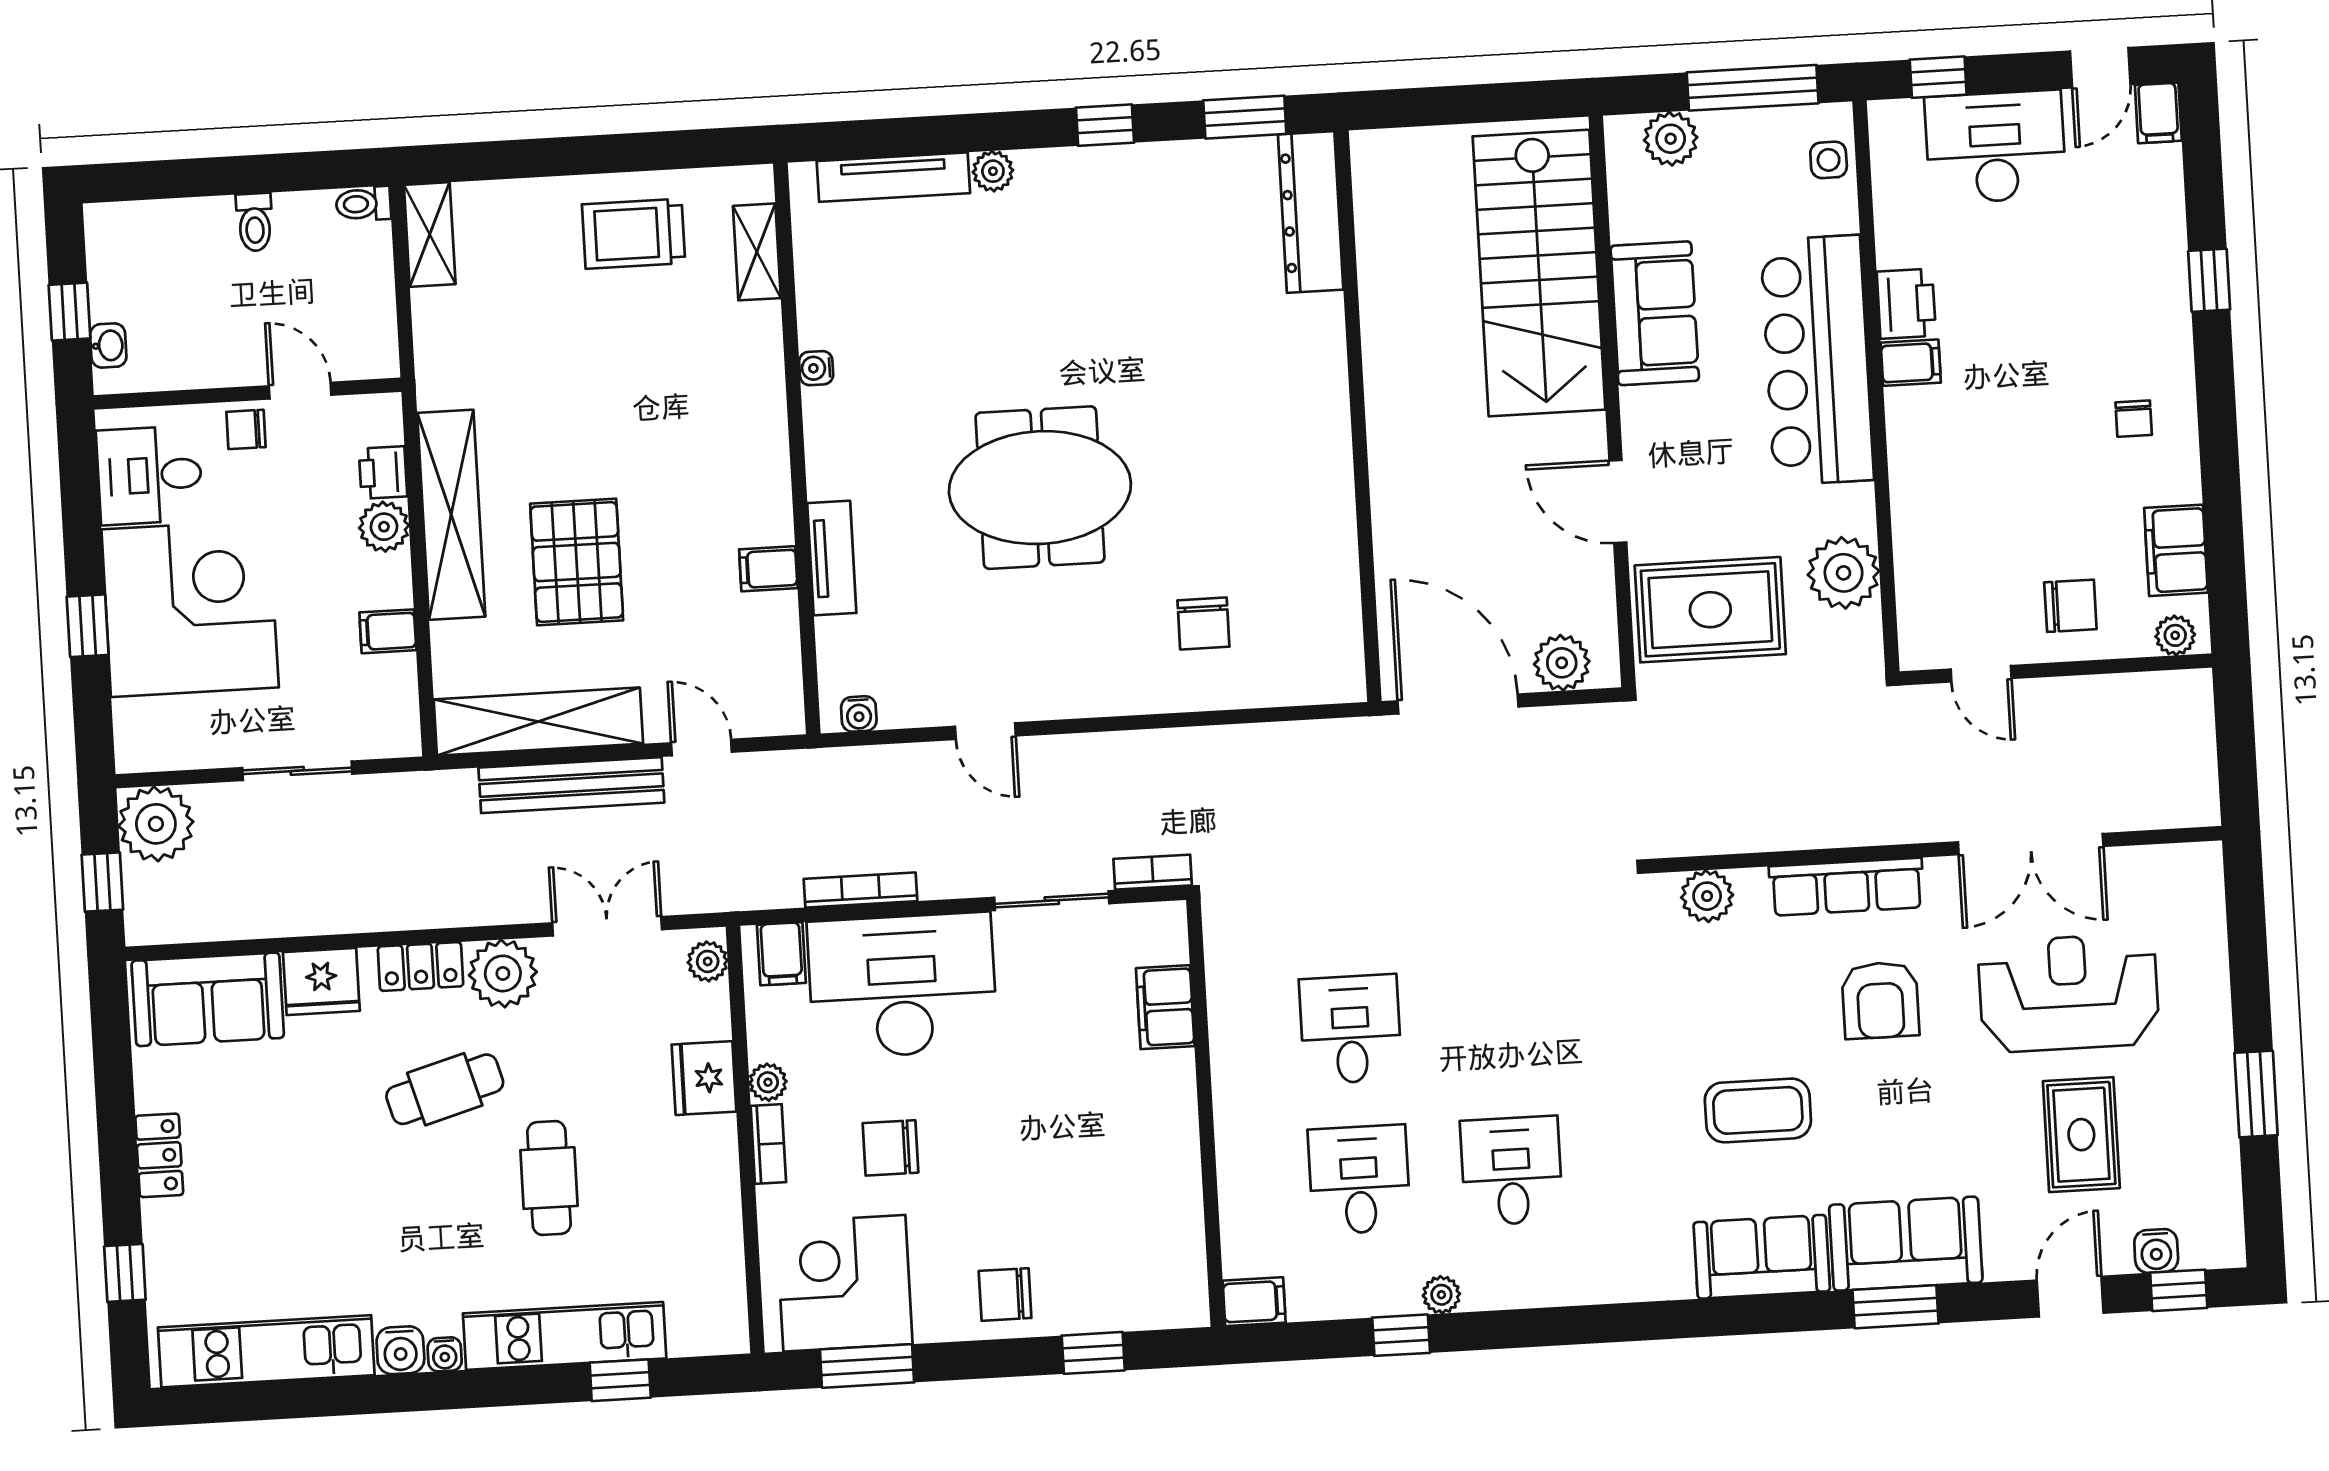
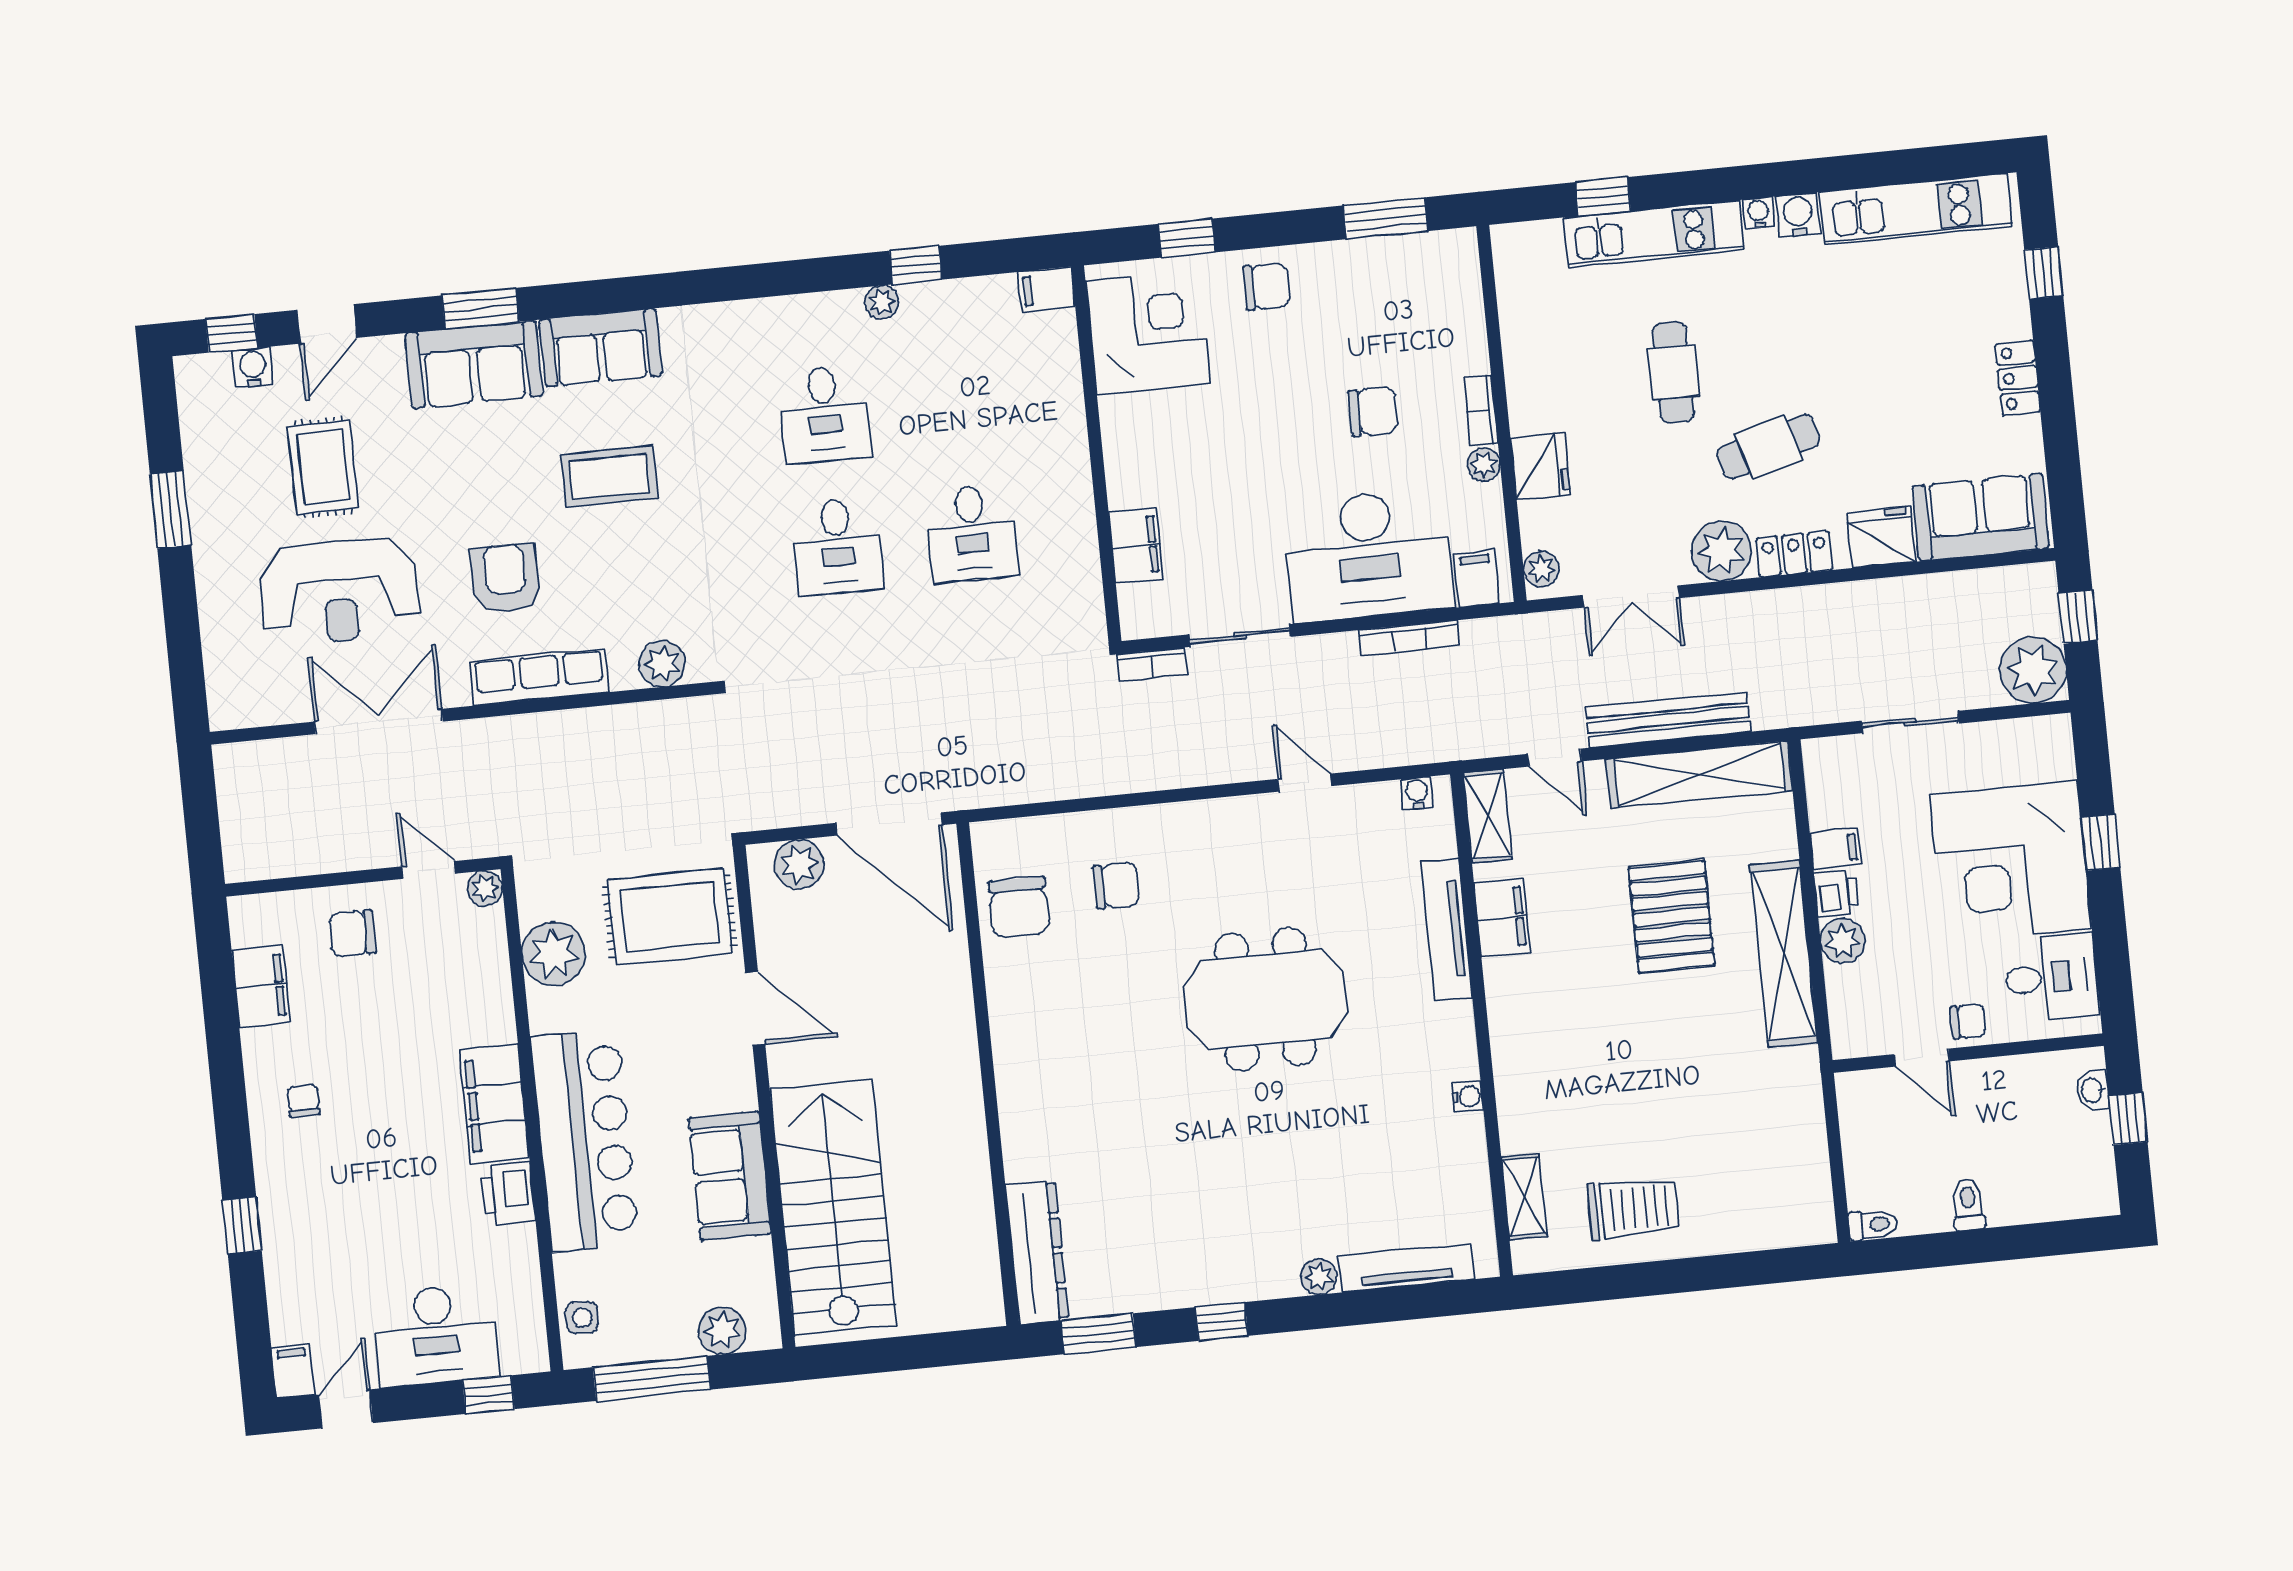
shelving: (430, 234) -> (1487, 816), moved
filing cabinet: (1911, 363) -> (494, 1104), width x3.00, depth x1.17
printer: (383, 472) -> (1836, 893), moved
tv unit: (832, 558) -> (1447, 930), width x1.41
filing cabinet: (768, 569) -> (1502, 918), width x2.00
chair: (1315, 604) -> (1019, 907), added
chair: (1203, 624) -> (1116, 886), turned 90
plant: (2175, 635) -> (485, 888), moved
desk: (1359, 1180) -> (838, 546), moved
corner desk: (844, 1283) -> (1148, 332), moved, turned -90

